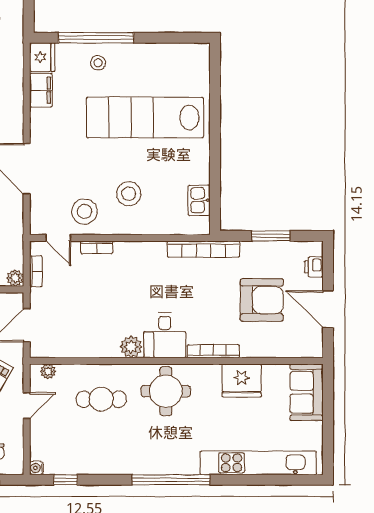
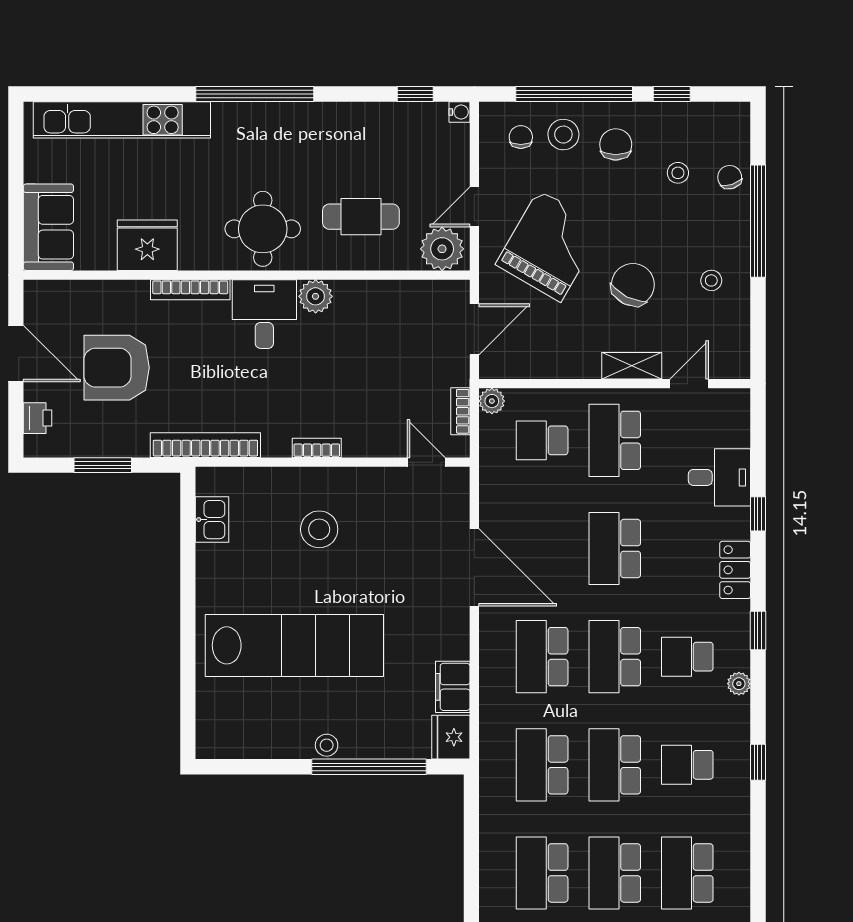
stool: (98, 63) -> (327, 745), moved
stool: (84, 211) -> (387, 502), removed
bookcase: (97, 247) -> (317, 448), moved
plant: (48, 371) -> (442, 249), width x1.87, depth x1.87

